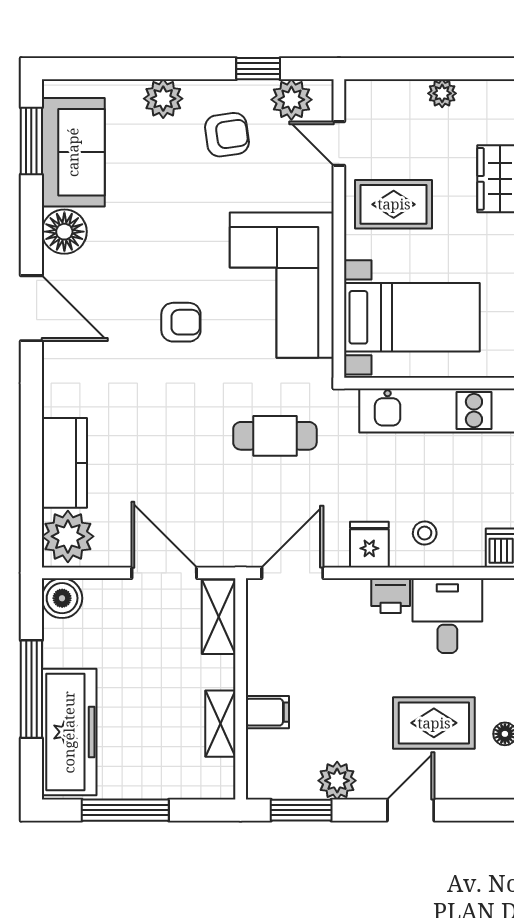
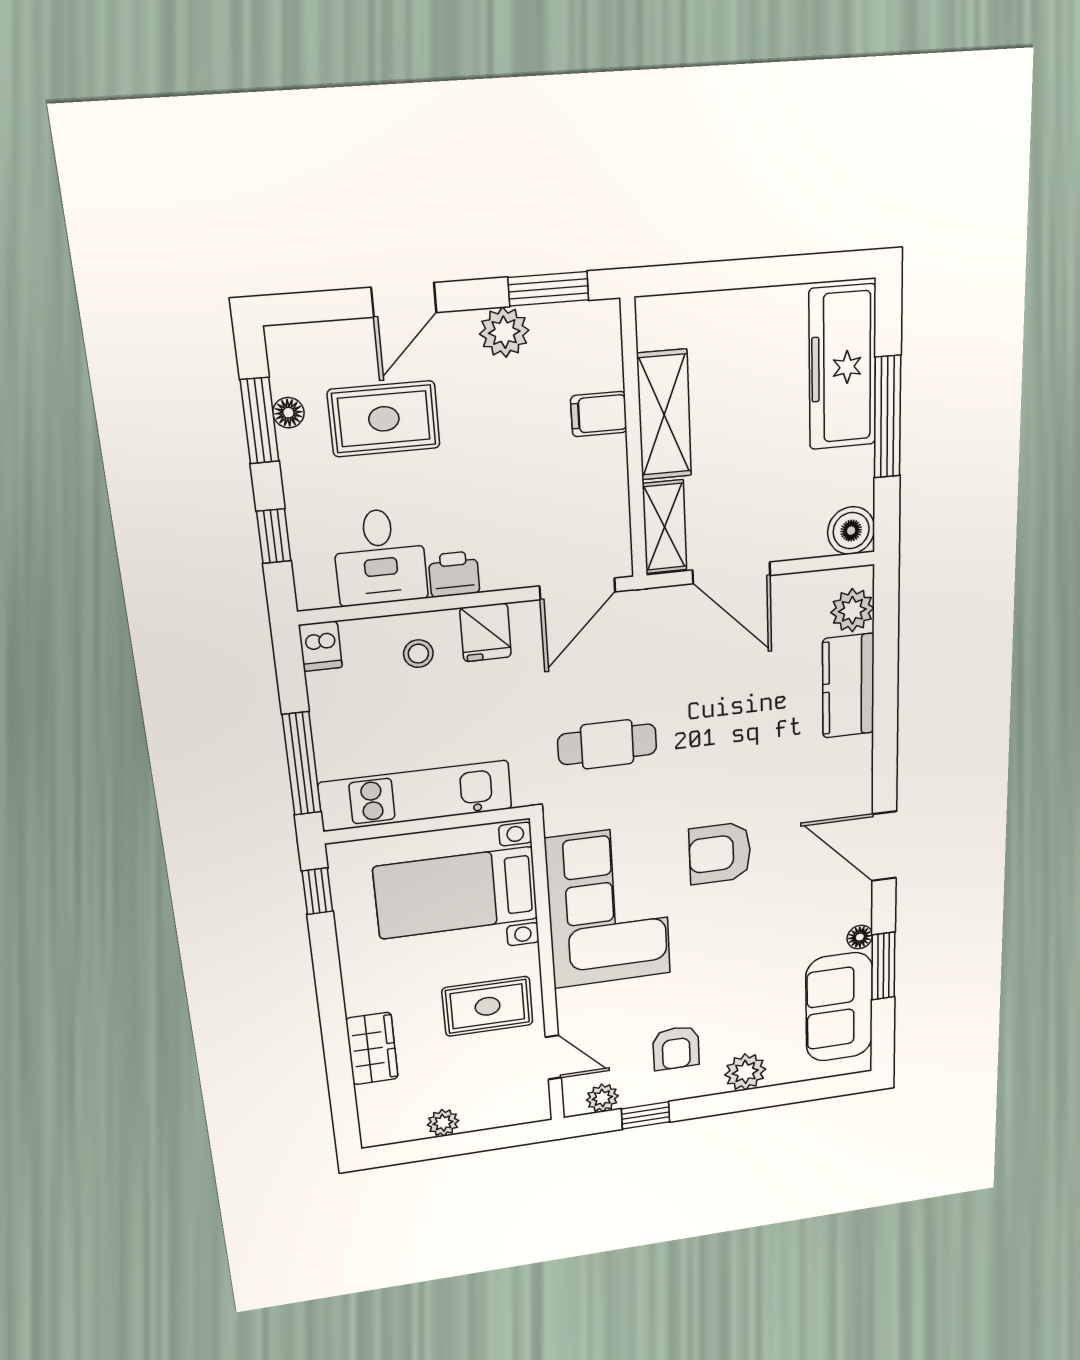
plant: (291, 100) -> (602, 1098), width x0.73, depth x0.73
armchair: (227, 135) -> (676, 1048), turned -82
window: (31, 141) -> (883, 966), moved
floor lamp: (64, 232) -> (860, 937), width x0.53, depth x0.53
armchair: (181, 322) -> (720, 853), width x1.38, depth x1.38
plant: (68, 536) -> (852, 610), width x0.73, depth x0.73
shelving: (220, 724) -> (664, 415), width x1.50, depth x1.33
window: (125, 810) -> (773, 272), removed

